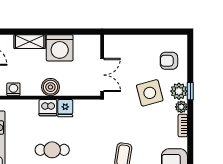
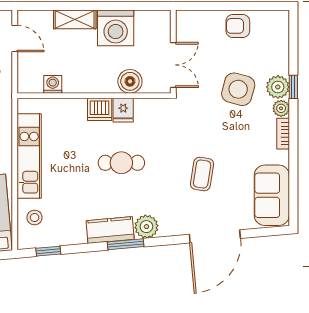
armchair: (169, 61) -> (238, 26), moved
boiler: (50, 87) -> (130, 81), moved
side table: (150, 93) -> (238, 89), turned 30
cafe table: (52, 150) -> (121, 163), moved

